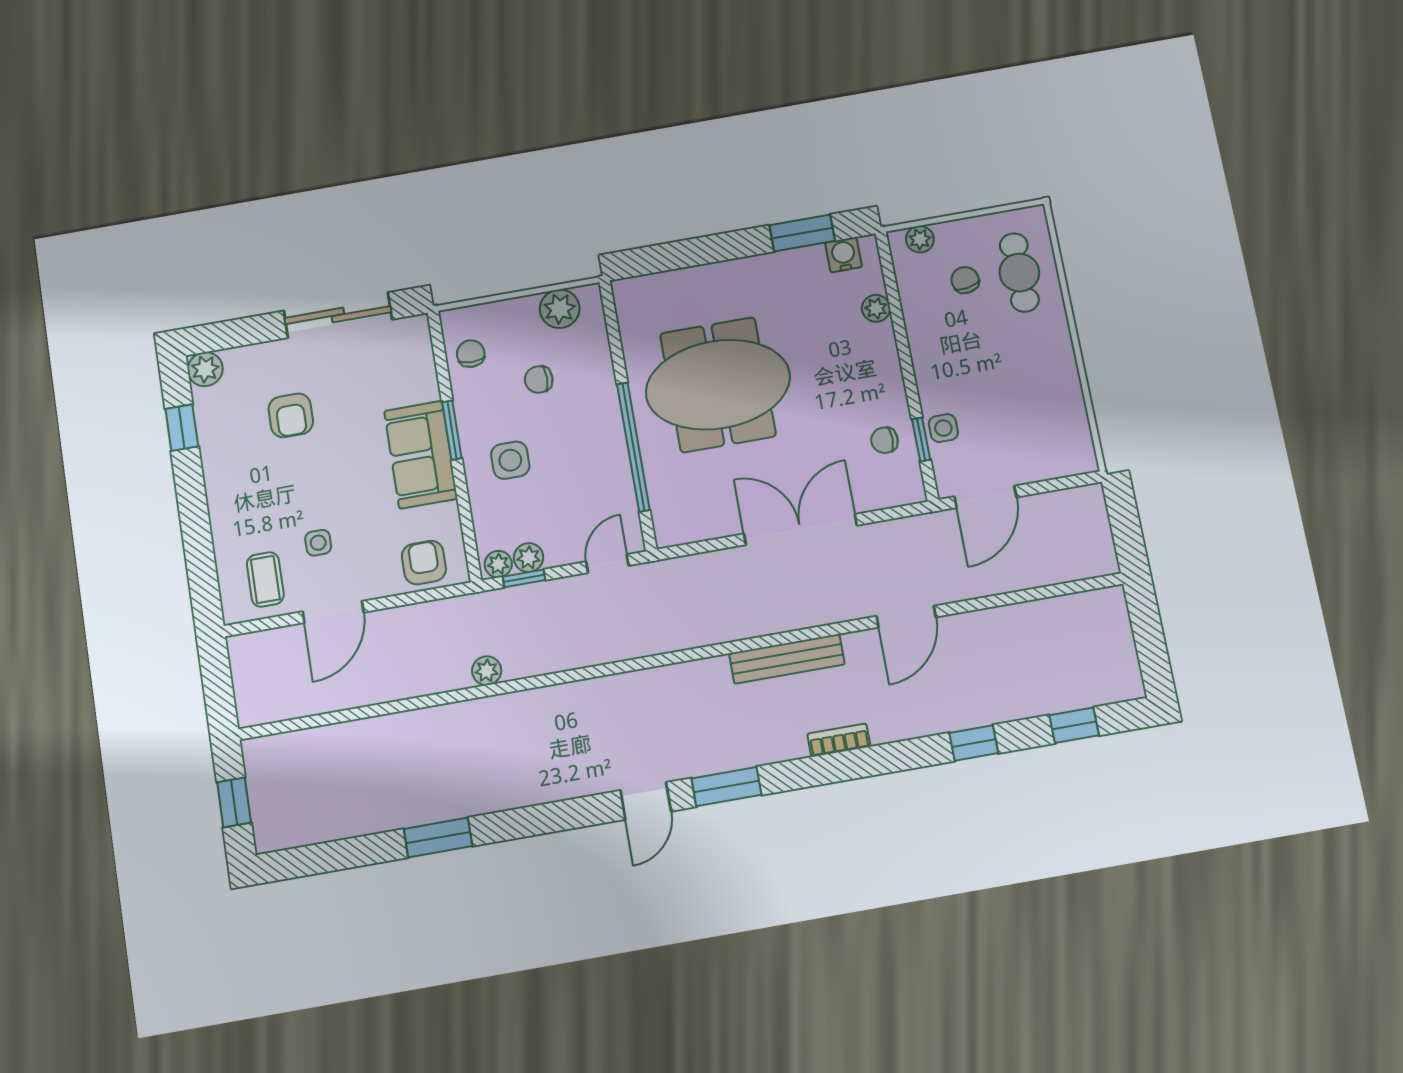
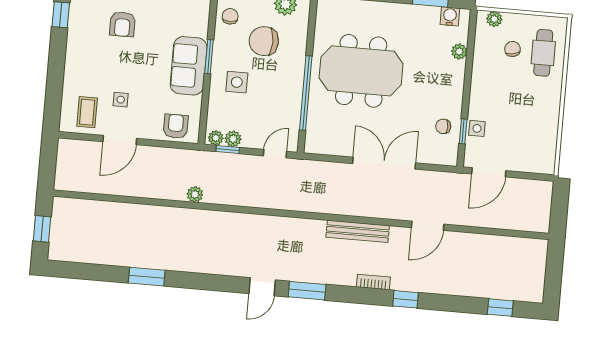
chair: (539, 379) -> (264, 41), width x1.87, depth x1.87
window: (974, 743) -> (405, 299), moved

